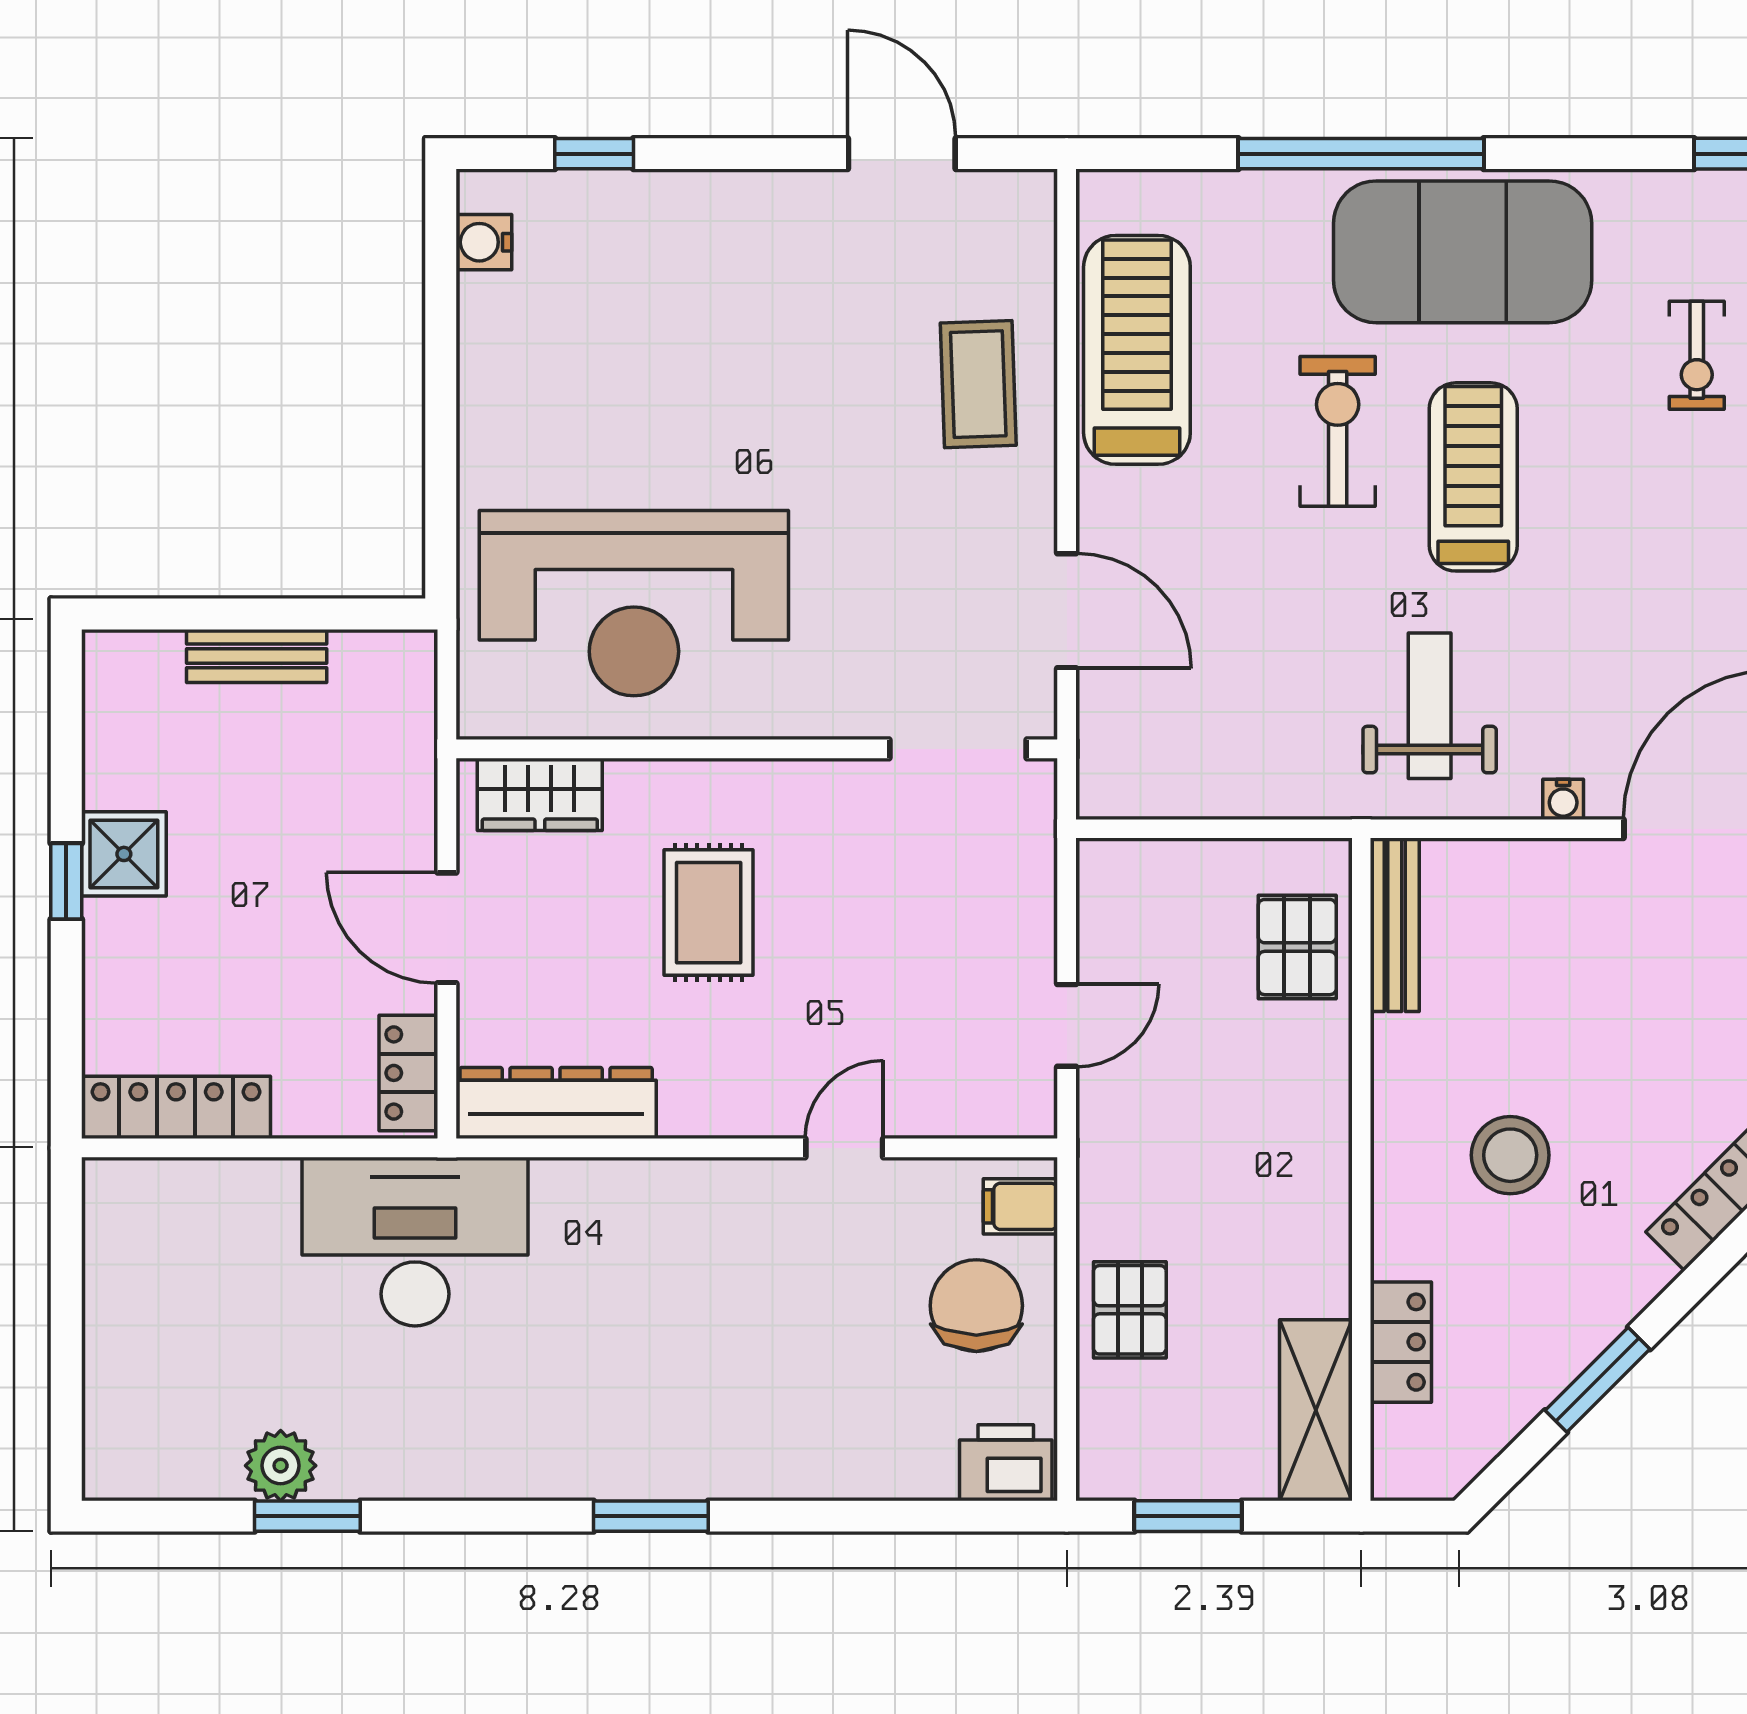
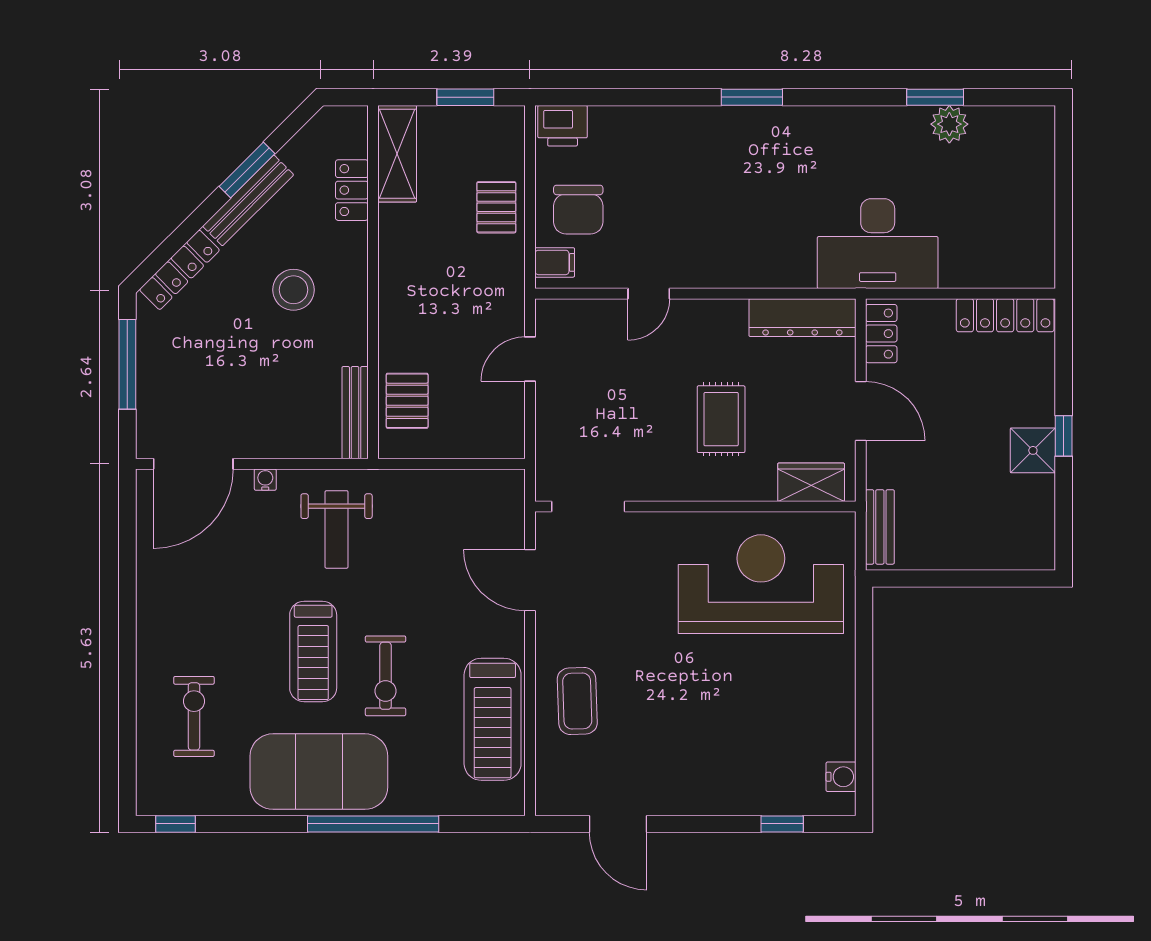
exercise bike: (1697, 355) -> (194, 716), width x1.38, depth x1.39
bench: (257, 656) -> (880, 527), moved, turned 90
bench: (1595, 1323) -> (248, 200), added

